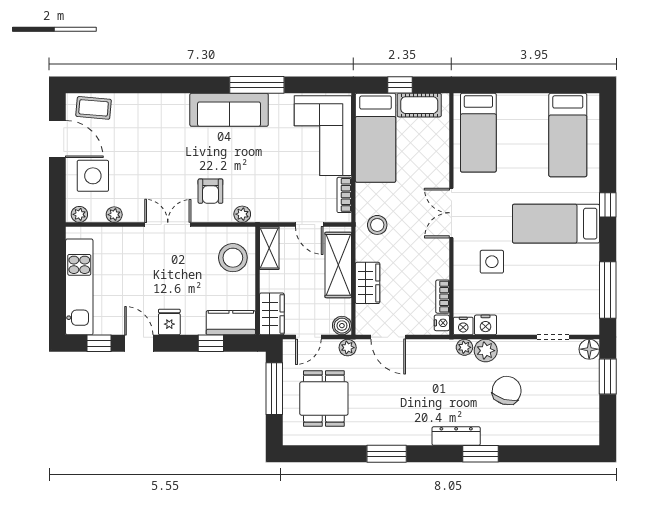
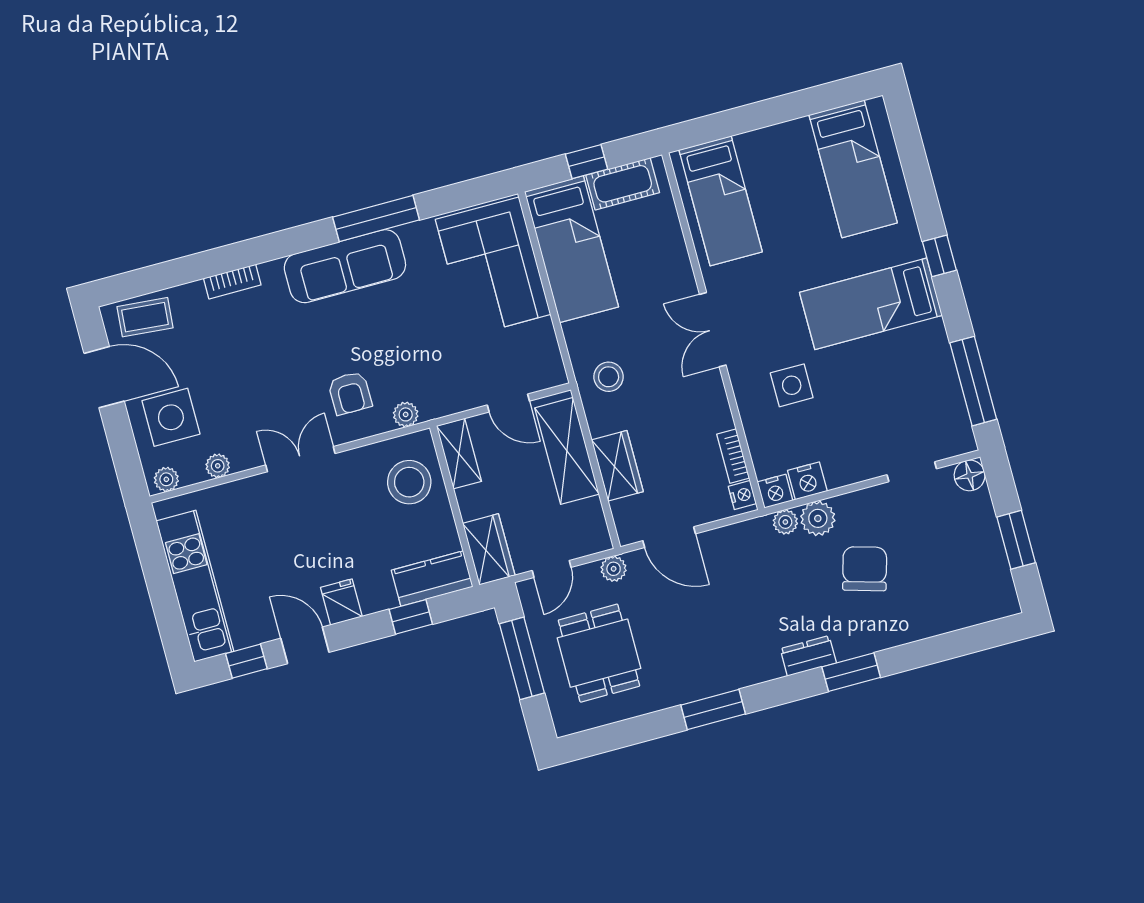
bookcase: (344, 195) -> (232, 282), moved, turned -90
boiler: (342, 326) -> (597, 539), removed
window: (608, 377) -> (1016, 540), moved
dresser: (456, 436) -> (808, 656), width x0.70

